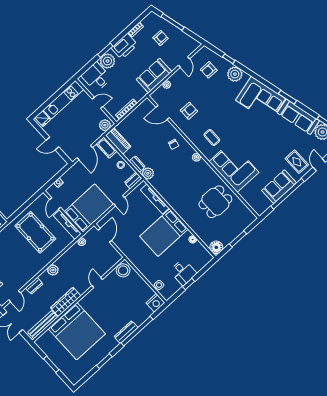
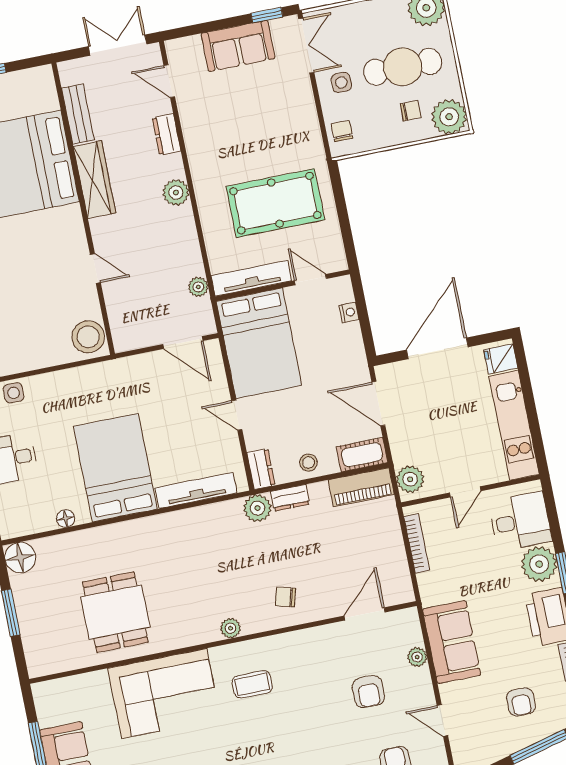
armchair: (189, 111) -> (368, 692), moved
door: (52, 143) -> (437, 348), width x1.88
bench: (43, 325) -> (78, 114), width x0.73

